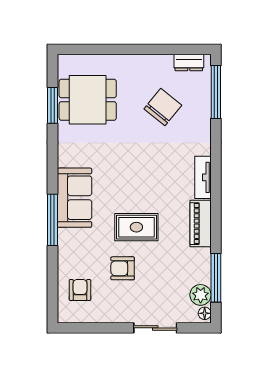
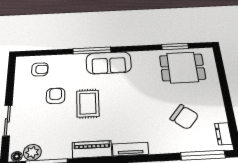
dining table: (88, 100) -> (182, 67), turned 90

